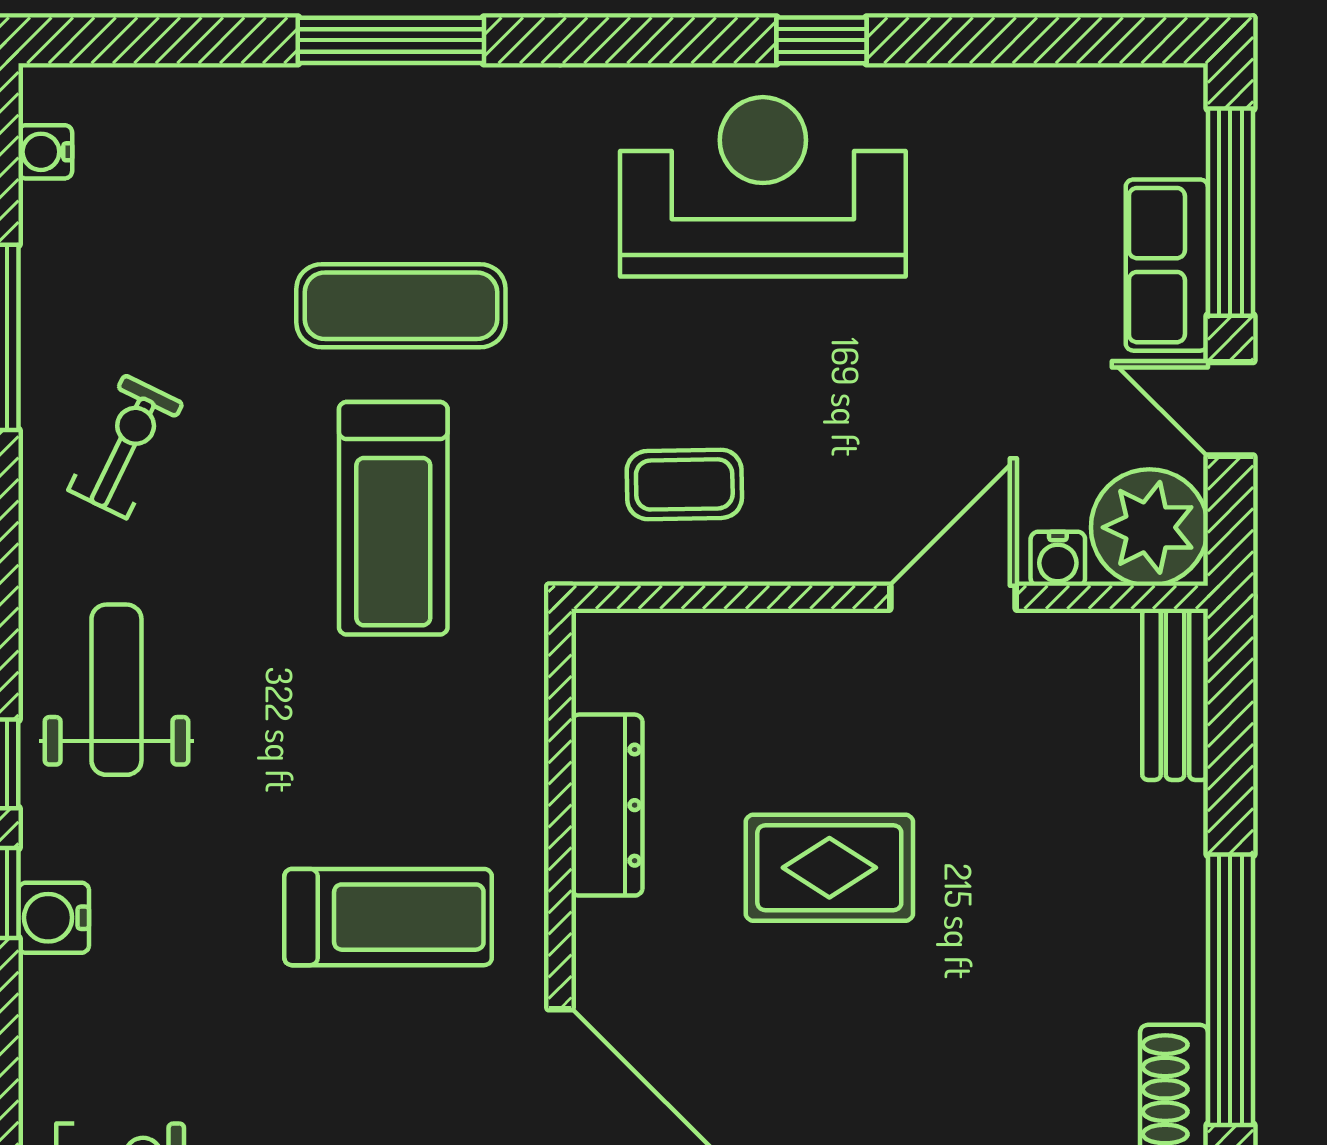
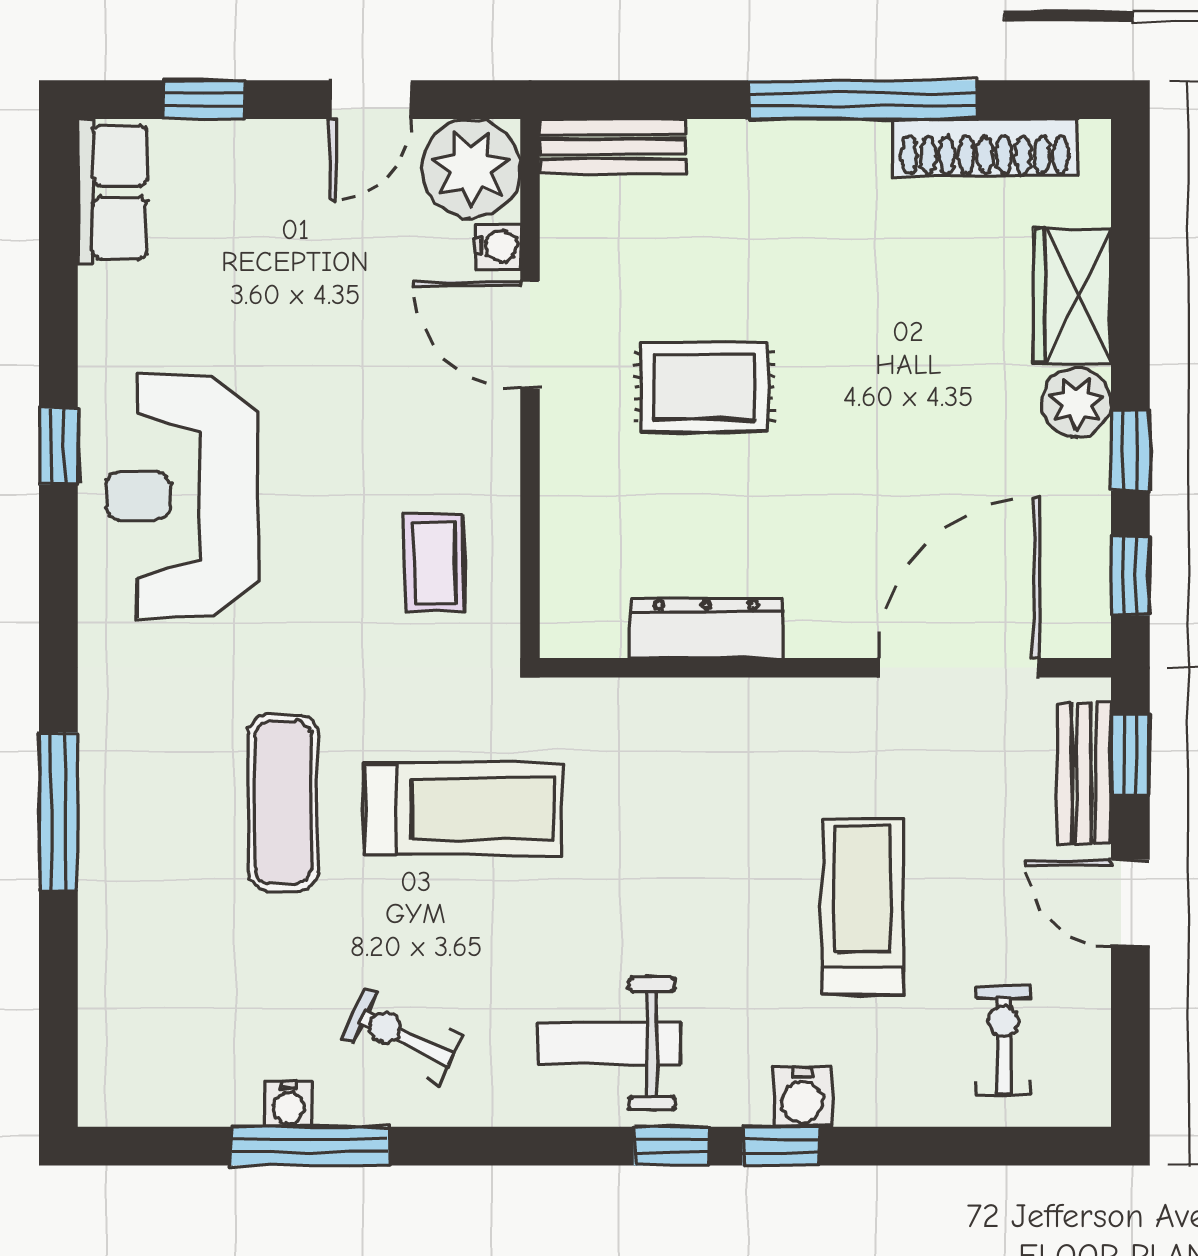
water cooler: (45, 152) -> (289, 1104), moved
window: (1230, 212) -> (204, 100), width x0.46
row of seats: (1167, 265) -> (112, 192), moved, turned -90
rug: (829, 868) -> (704, 387), moved, turned 90
treadmill: (388, 917) -> (863, 906), moved

